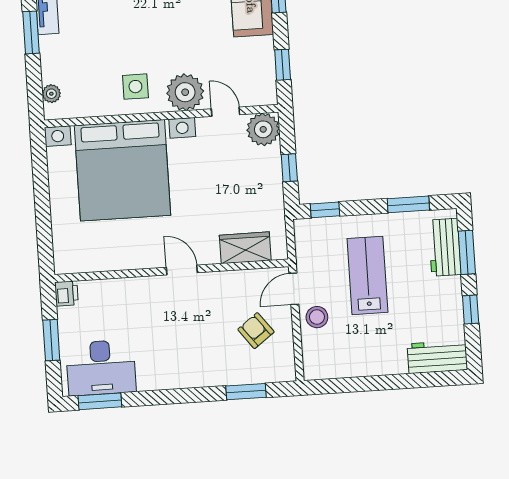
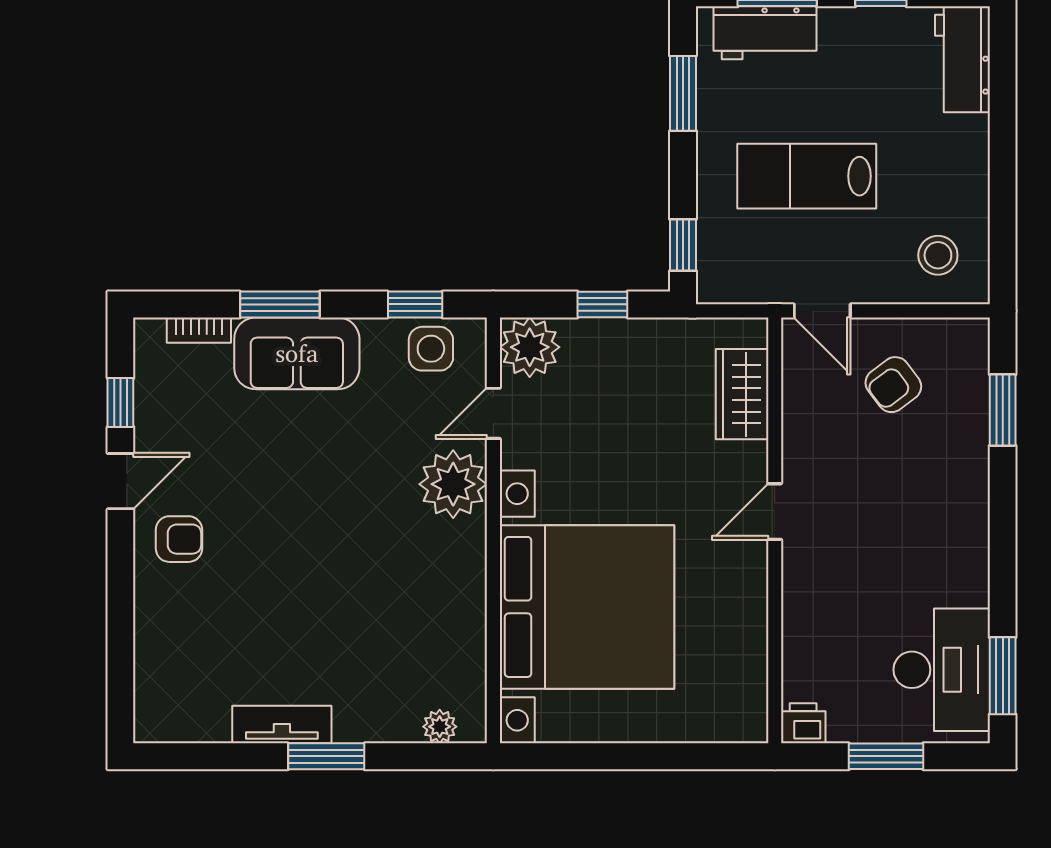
side table: (135, 87) -> (431, 349), moved
stool: (317, 317) -> (938, 255), moved

